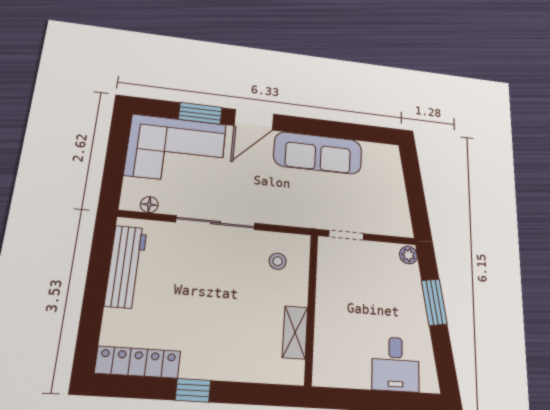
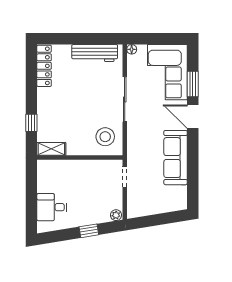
floor lamp: (149, 205) -> (132, 49), moved
stool: (278, 261) -> (105, 137), width x1.89, depth x1.89
window: (434, 302) -> (89, 231), width x0.67
shelving: (295, 332) -> (51, 149), moved
window: (193, 390) -> (31, 123), moved

